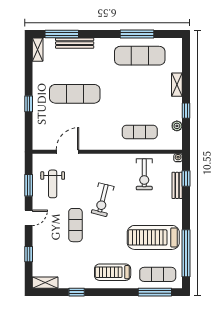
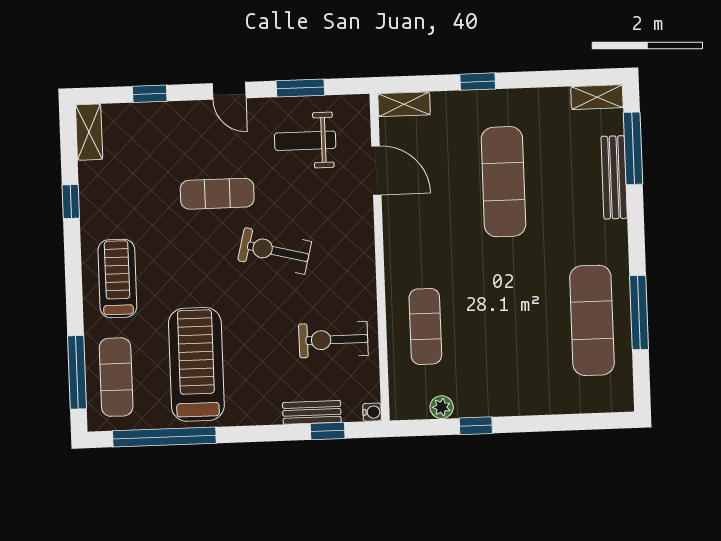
shelving: (177, 85) -> (404, 104), moved

